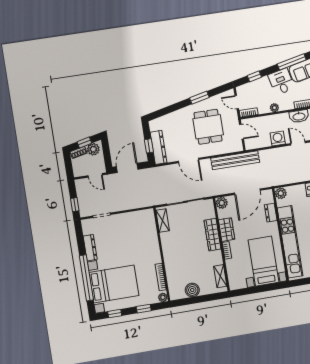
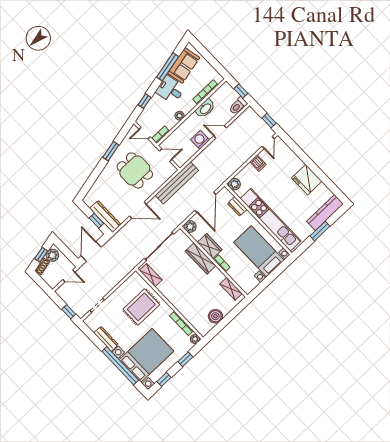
rug: (137, 241) -> (141, 307), added

